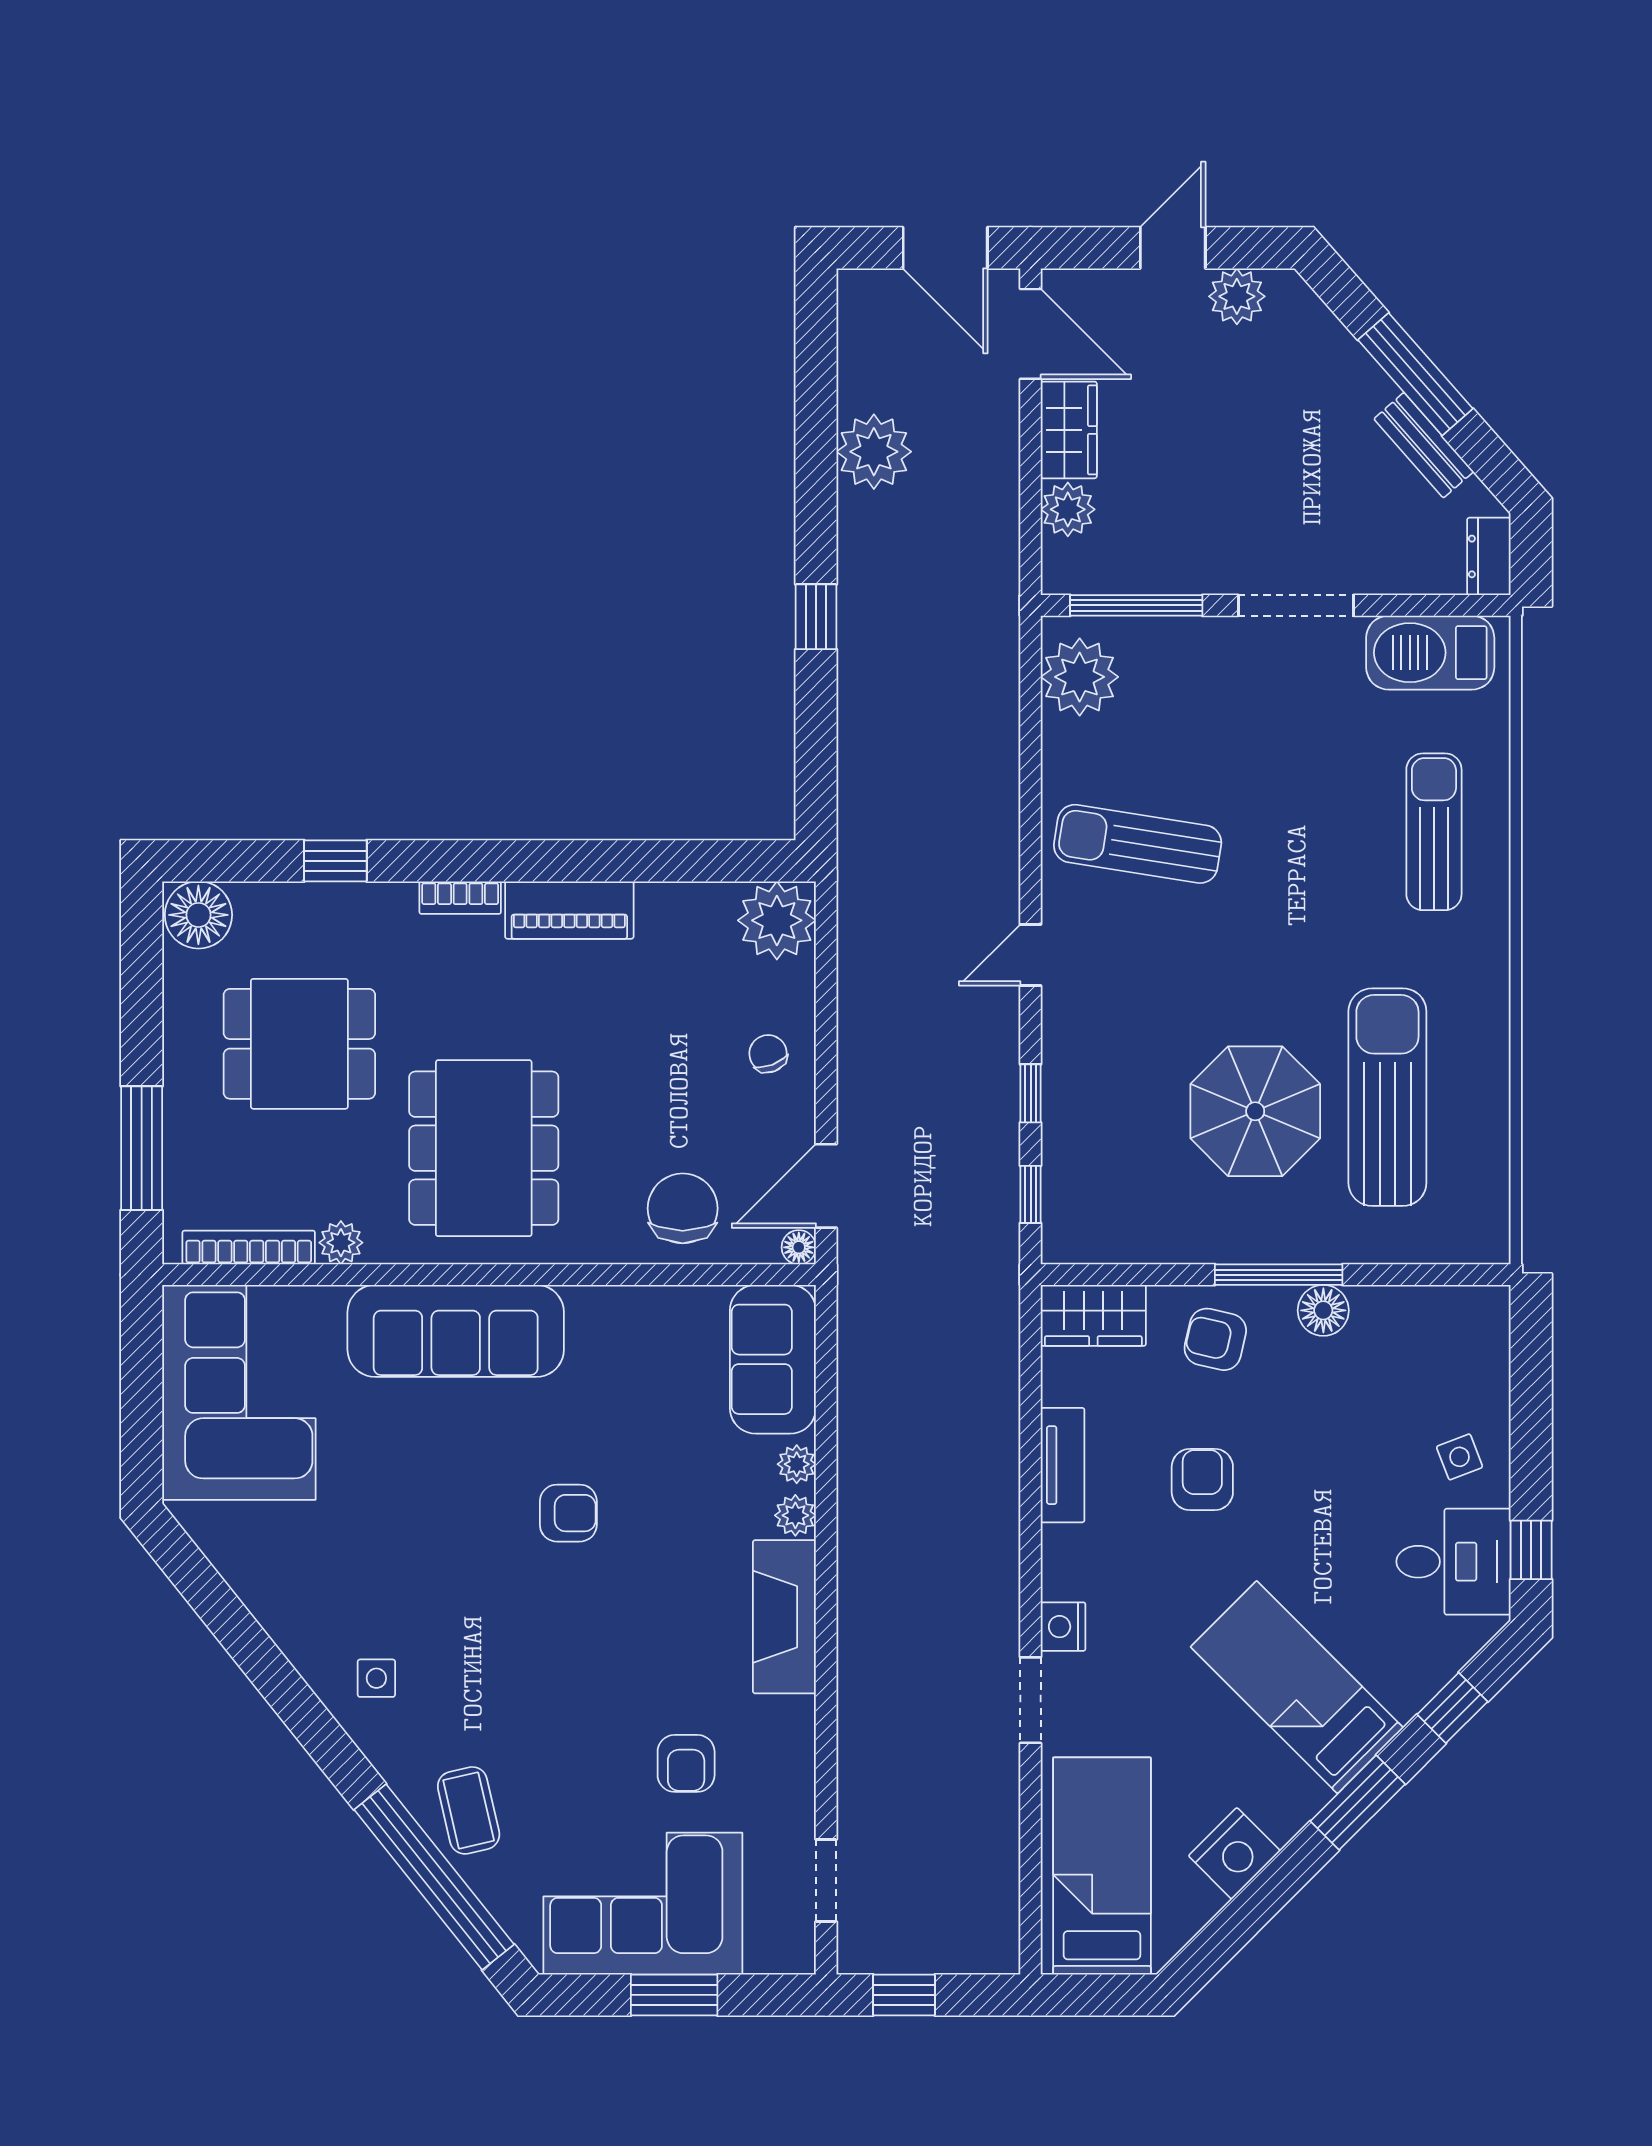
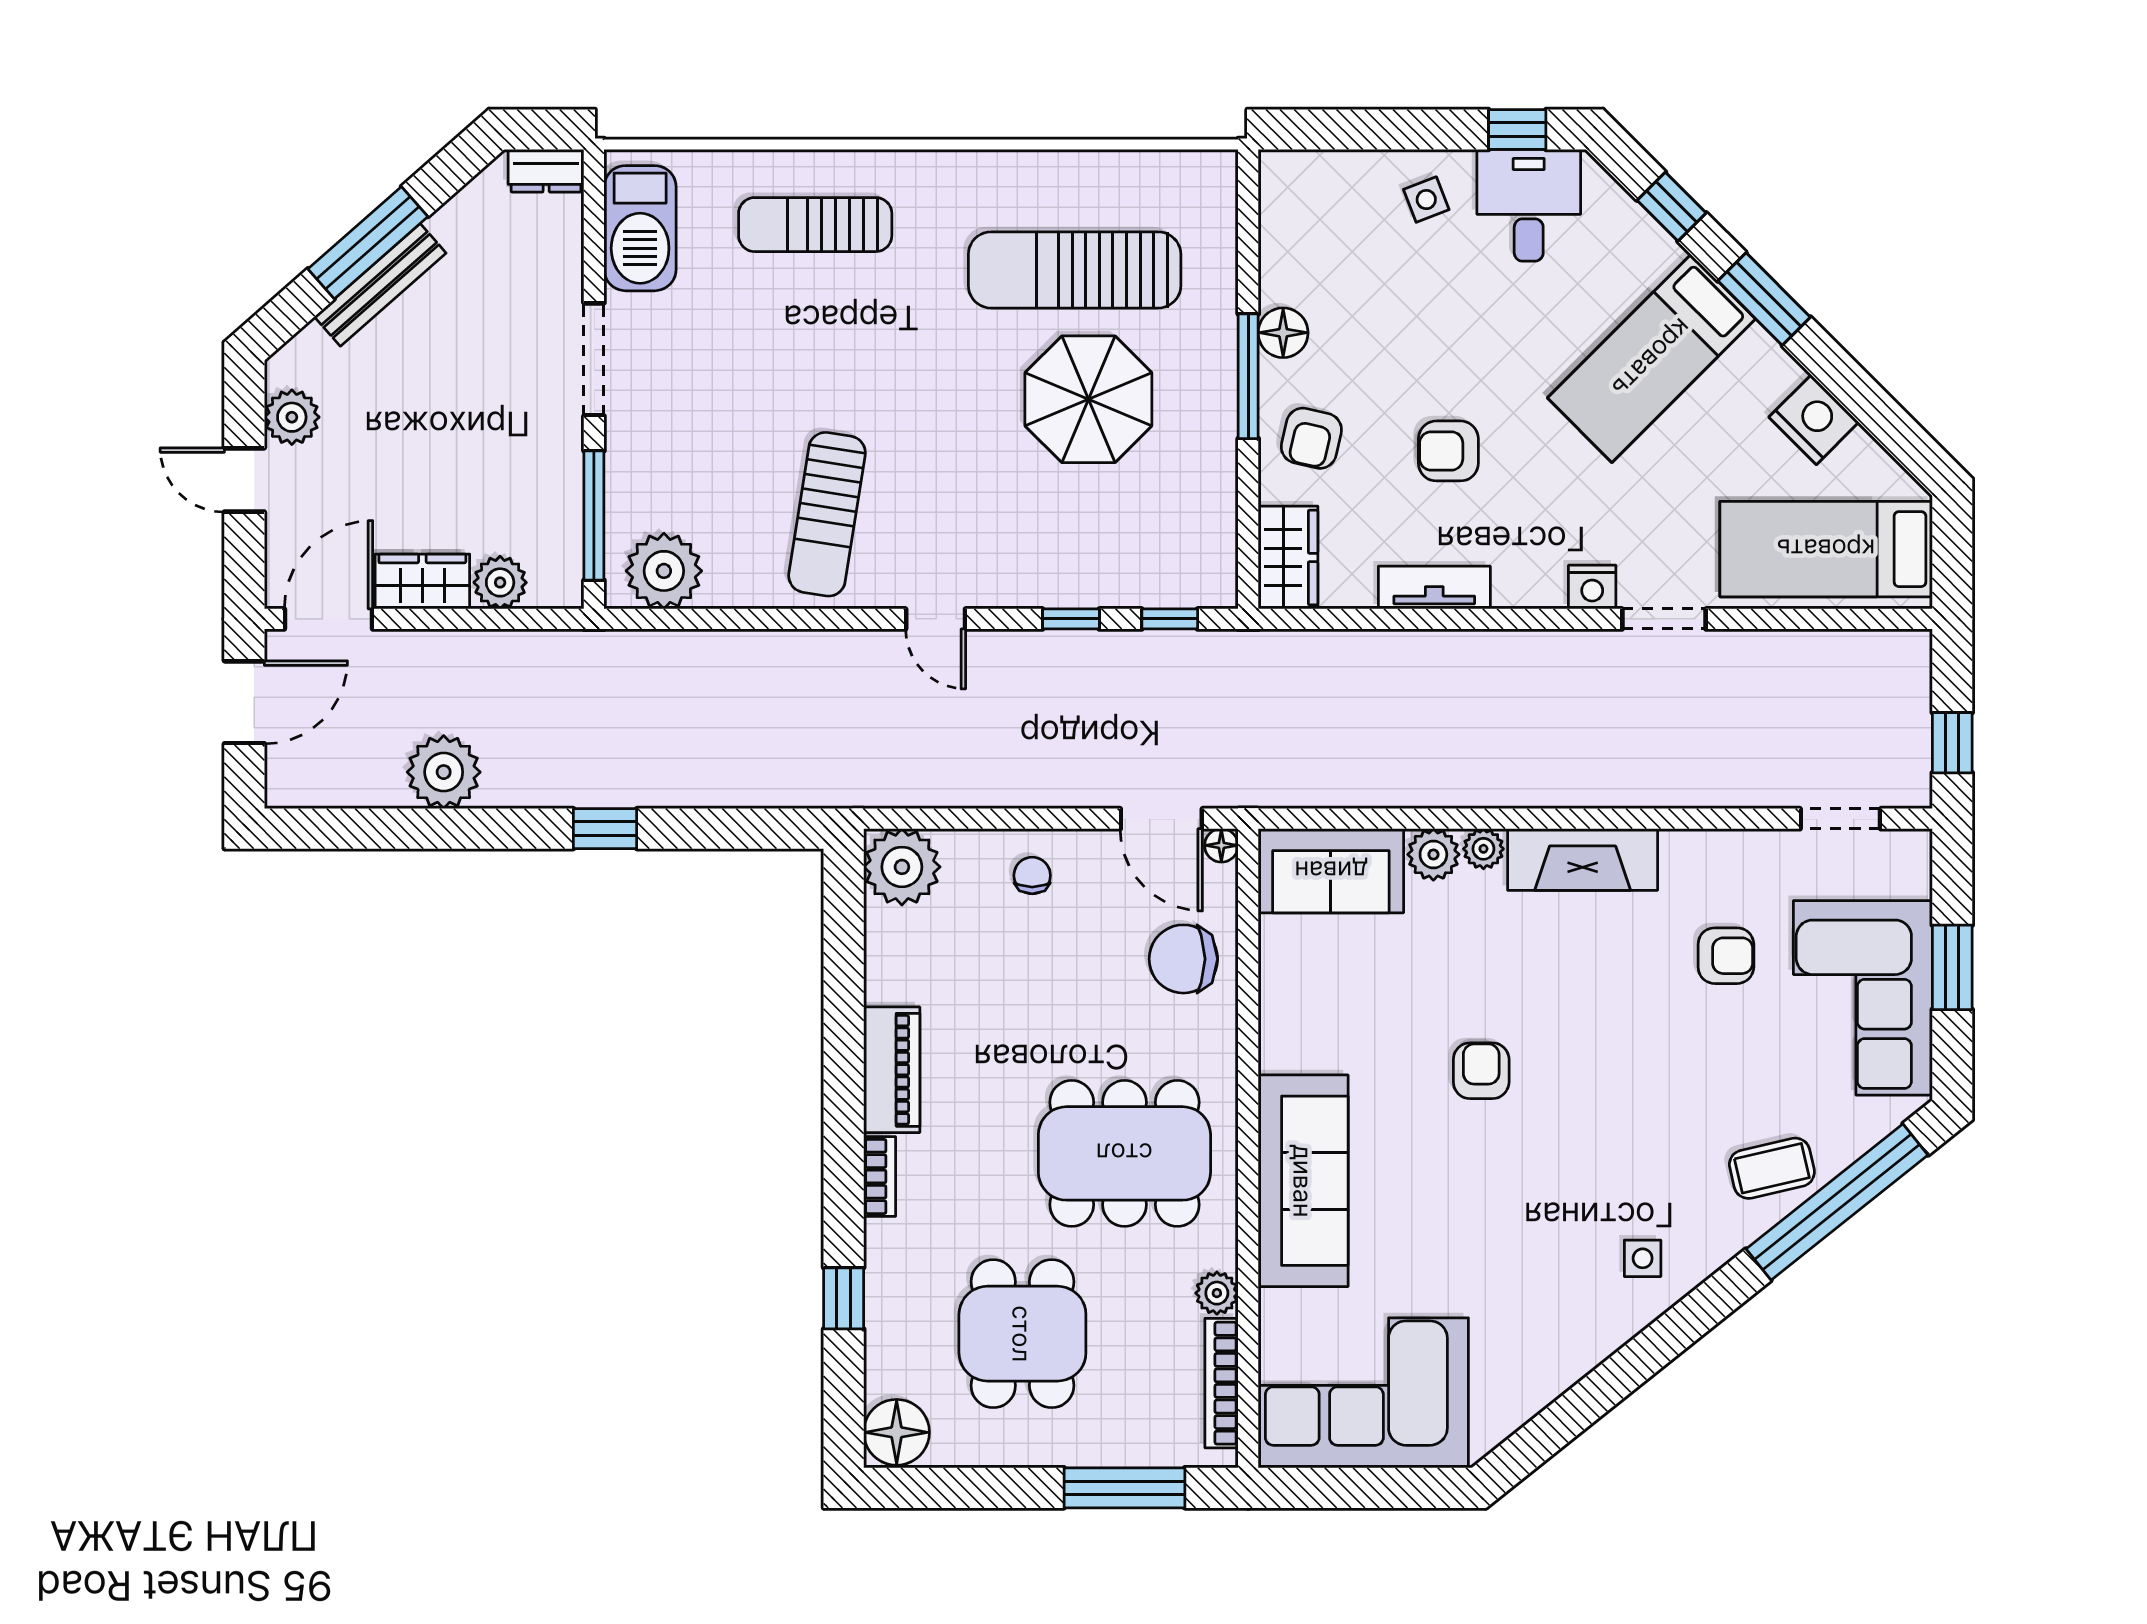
bench: (1424, 445) -> (380, 285), moved, width x1.36
chair: (768, 1054) -> (1032, 875), turned 111
plant: (797, 1464) -> (1433, 854), width x1.38, depth x1.38

